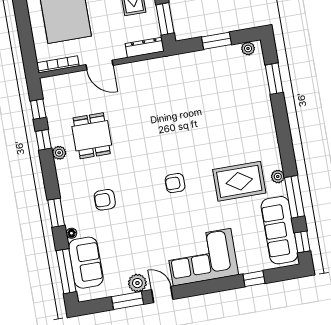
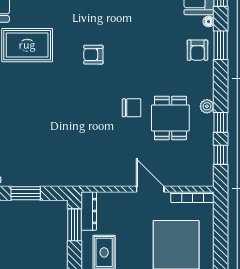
dresser: (145, 47) -> (89, 211), moved, turned -90
chair: (130, 139) -> (132, 108), added
armchair: (175, 183) -> (93, 55), turned 180
armchair: (105, 200) -> (198, 50), moved, turned 90

